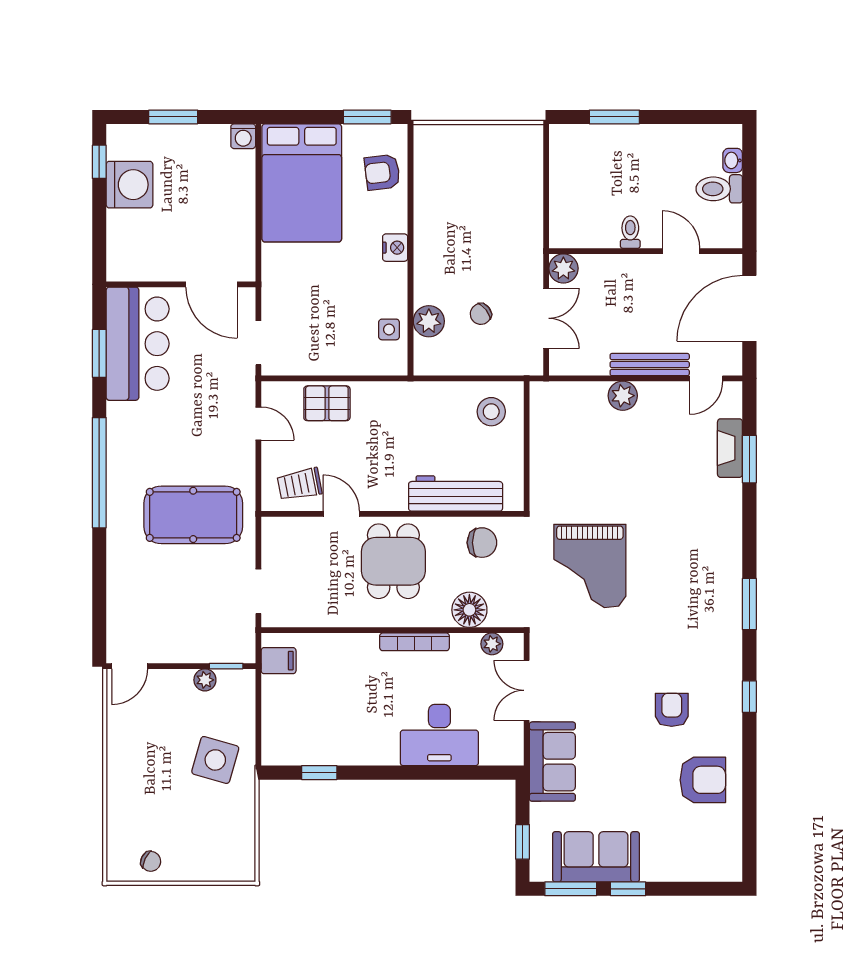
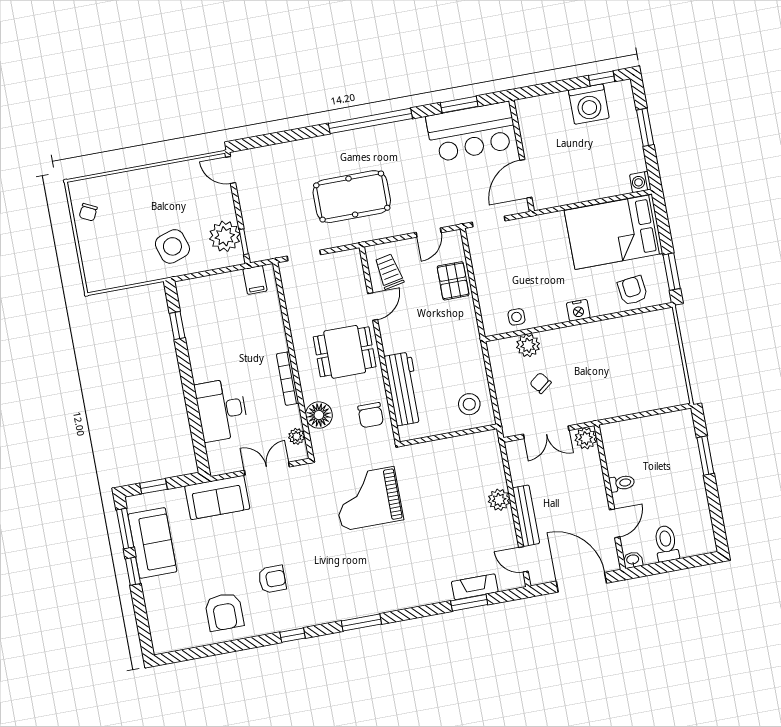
washbasin: (733, 160) -> (633, 560), moved
pool table: (193, 515) -> (352, 197), turned 90
plant: (205, 680) -> (225, 236), width x1.88, depth x1.88
side table: (215, 760) -> (172, 246), turned -34

